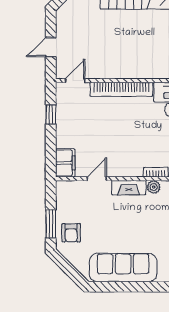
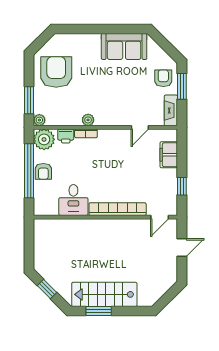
filing cabinet: (65, 163) -> (169, 155), moved
fireplace: (129, 188) -> (171, 110), moved, turned -90
sofa: (123, 268) -> (124, 46), width x0.73

